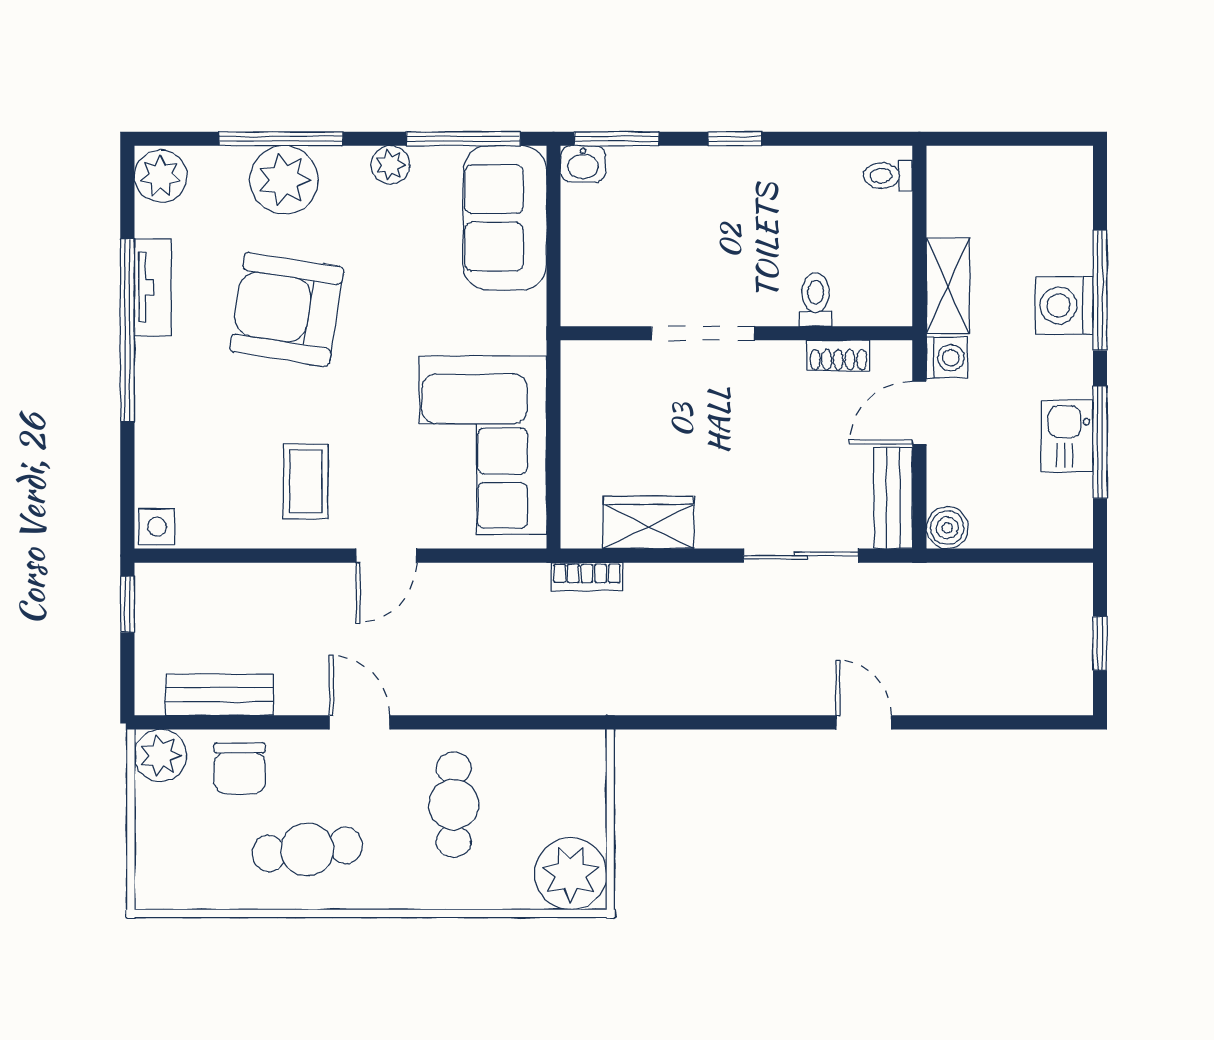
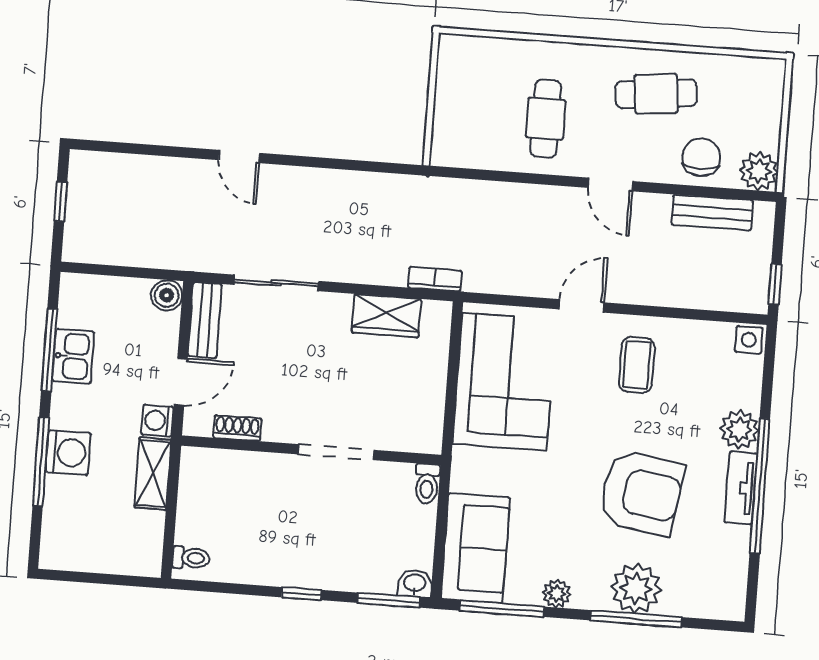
plant: (161, 176) -> (739, 430), moved
tv unit: (153, 287) -> (741, 488), moved
toilet: (816, 300) -> (427, 484), moved
plant: (571, 874) -> (463, 61), removed

